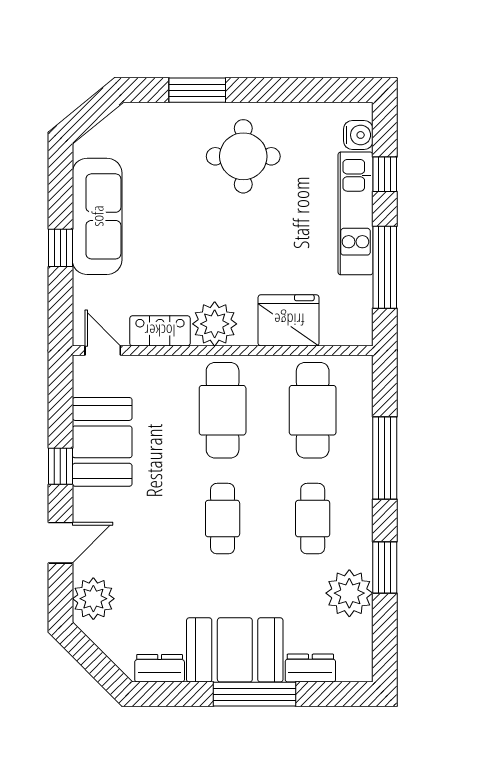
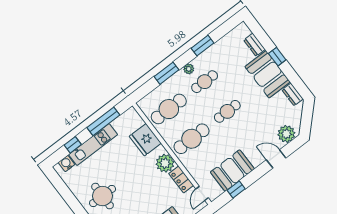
window: (385, 458) -> (166, 73), width x0.69
window: (60, 466) -> (236, 189), moved
plant: (349, 593) -> (189, 69), moved, width x0.53, depth x0.53
window: (255, 694) -> (277, 57), width x0.46

